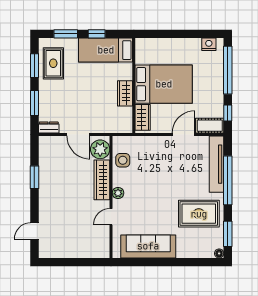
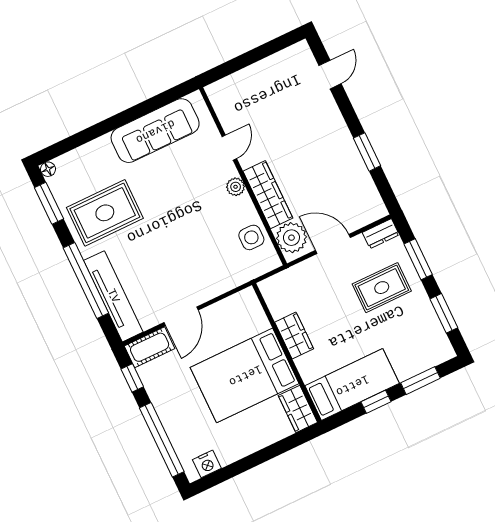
rug: (53, 63) -> (382, 288), moved, turned 90
wardrobe: (143, 117) -> (298, 409), moved

